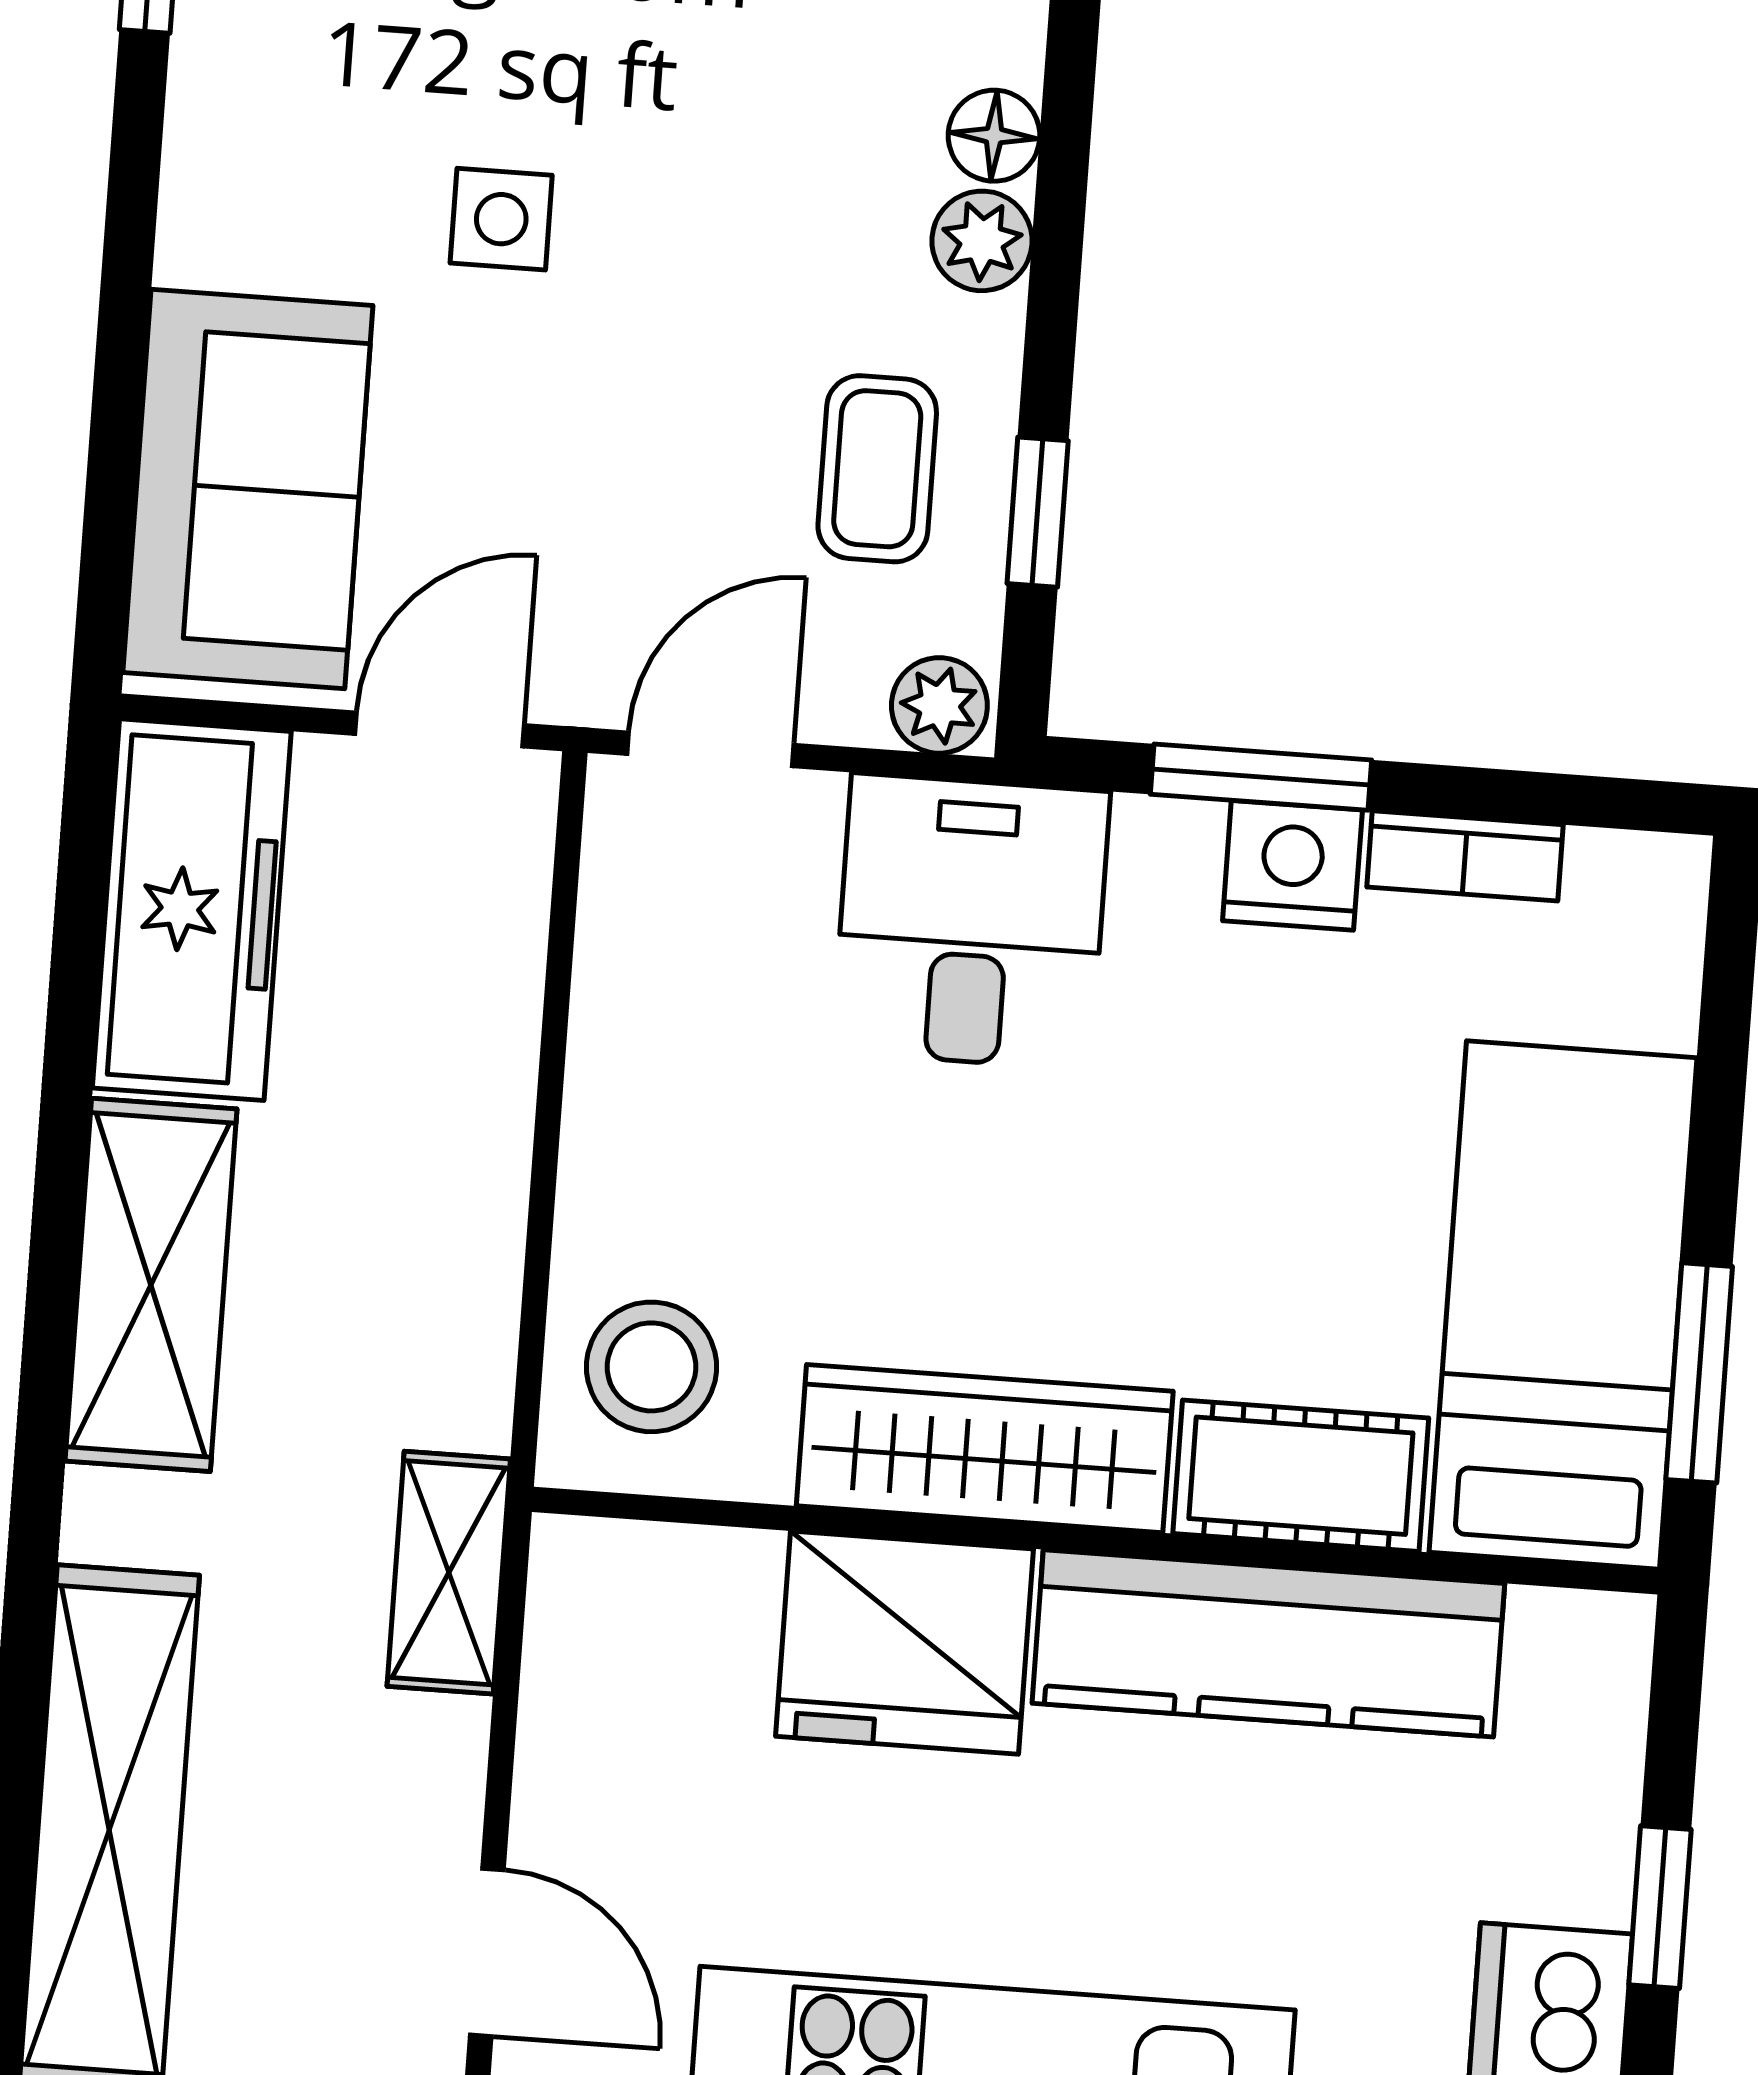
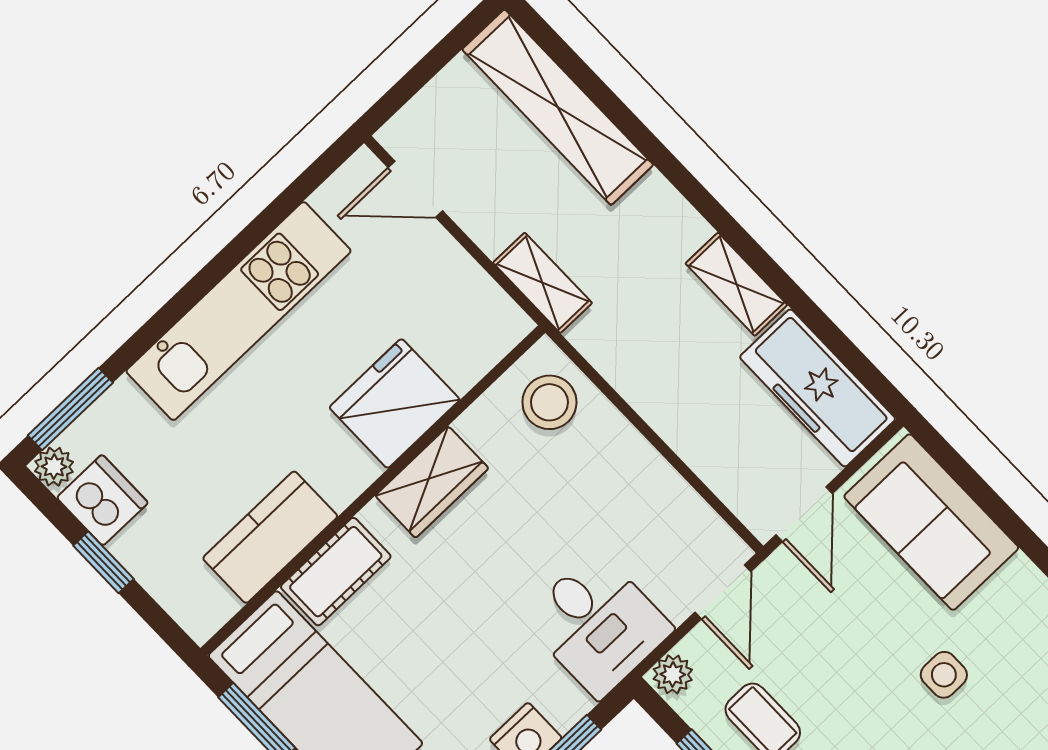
shelving: (151, 1285) -> (736, 284), width x0.67, depth x0.75
wardrobe: (985, 1449) -> (432, 482), width x0.67
kitchen counter: (1268, 1643) -> (270, 537), width x0.67

